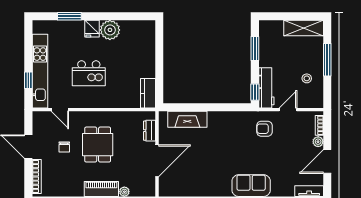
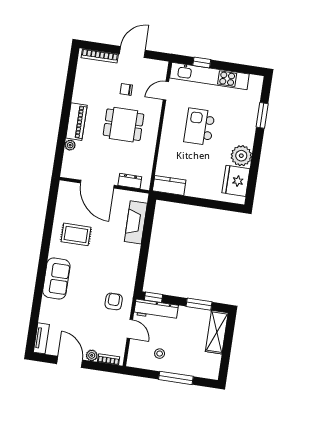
shelving: (304, 28) -> (217, 332), moved
fridge: (92, 29) -> (236, 181), moved, width x1.88, depth x1.34
rug: (207, 174) -> (76, 234), added

